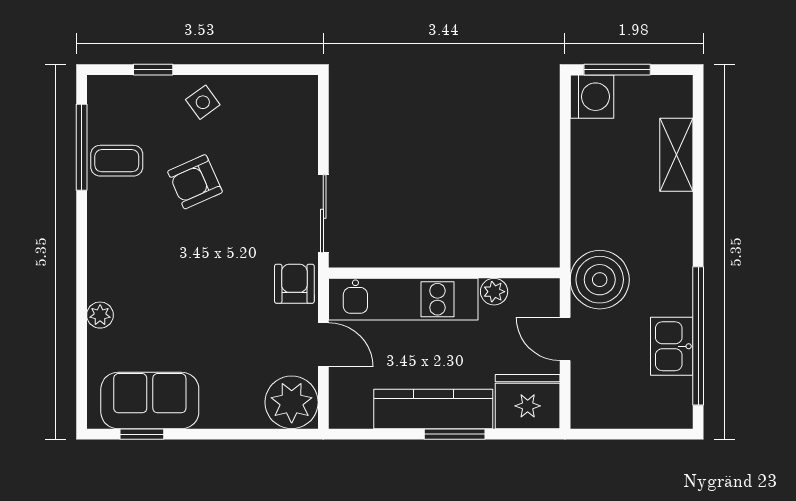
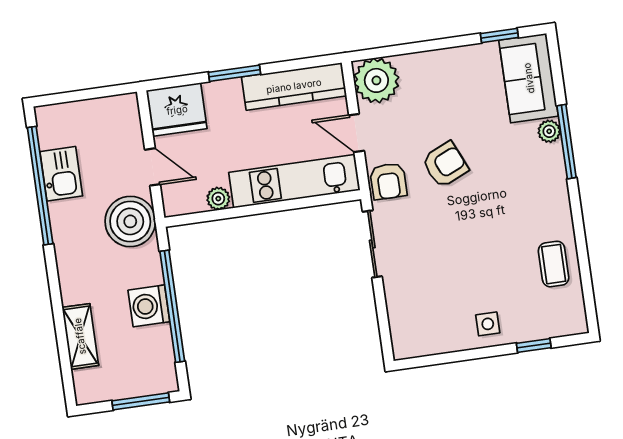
washing machine: (592, 97) -> (149, 306), moved
side table: (203, 102) -> (488, 324), turned 36
window: (82, 147) -> (567, 142), moved
coffee table: (117, 161) -> (554, 264), turned 90
window: (565, 175) -> (172, 306), added
armchair: (195, 182) -> (445, 165), moved
sofa: (150, 401) -> (529, 78), moved, turned 90
kitchen counter: (433, 409) -> (294, 86), moved

